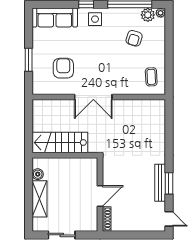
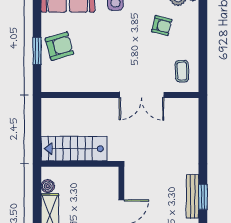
armchair: (134, 38) -> (162, 26), turned -93
armchair: (63, 68) -> (59, 46), moved, turned 74
double door: (93, 97) -> (142, 95), moved

